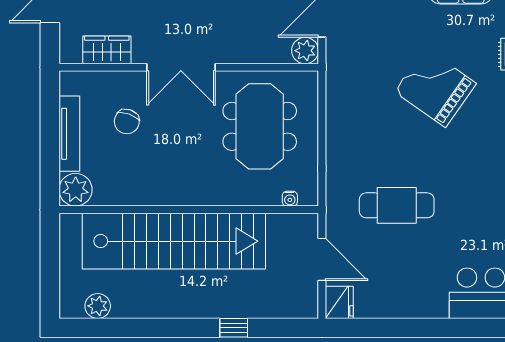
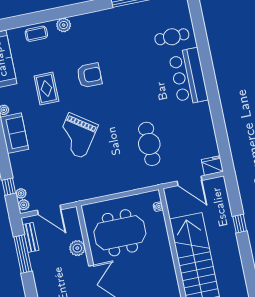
plant: (305, 51) -> (77, 248), moved
door: (322, 259) -> (189, 181), swing flipped

